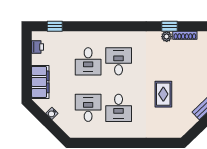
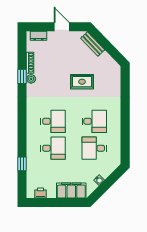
window: (55, 26) -> (22, 164), moved
desk: (119, 61) -> (53, 121), turned 180

